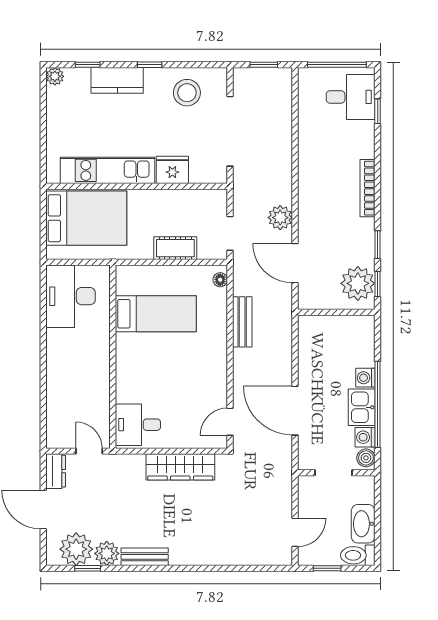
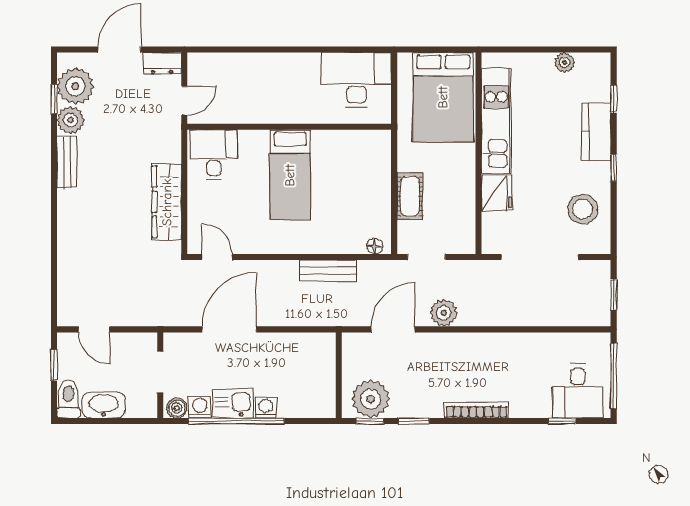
plant: (55, 76) -> (565, 62), moved
bed: (156, 314) -> (290, 175), moved

